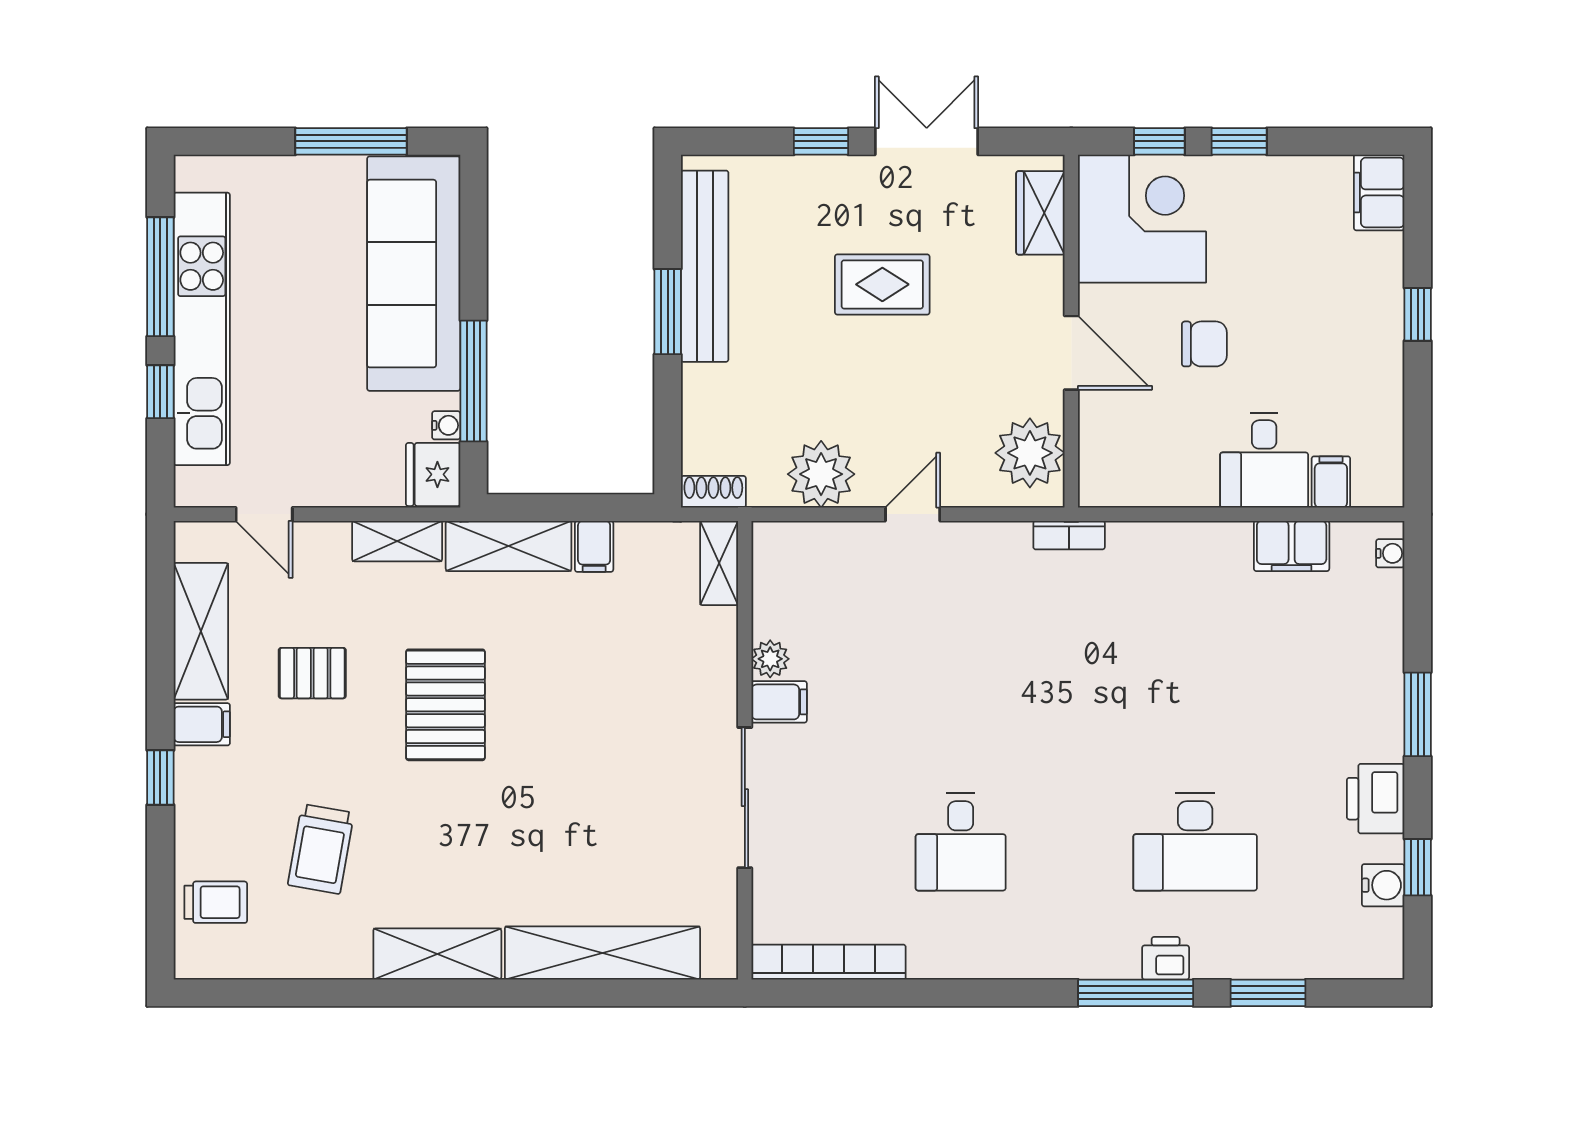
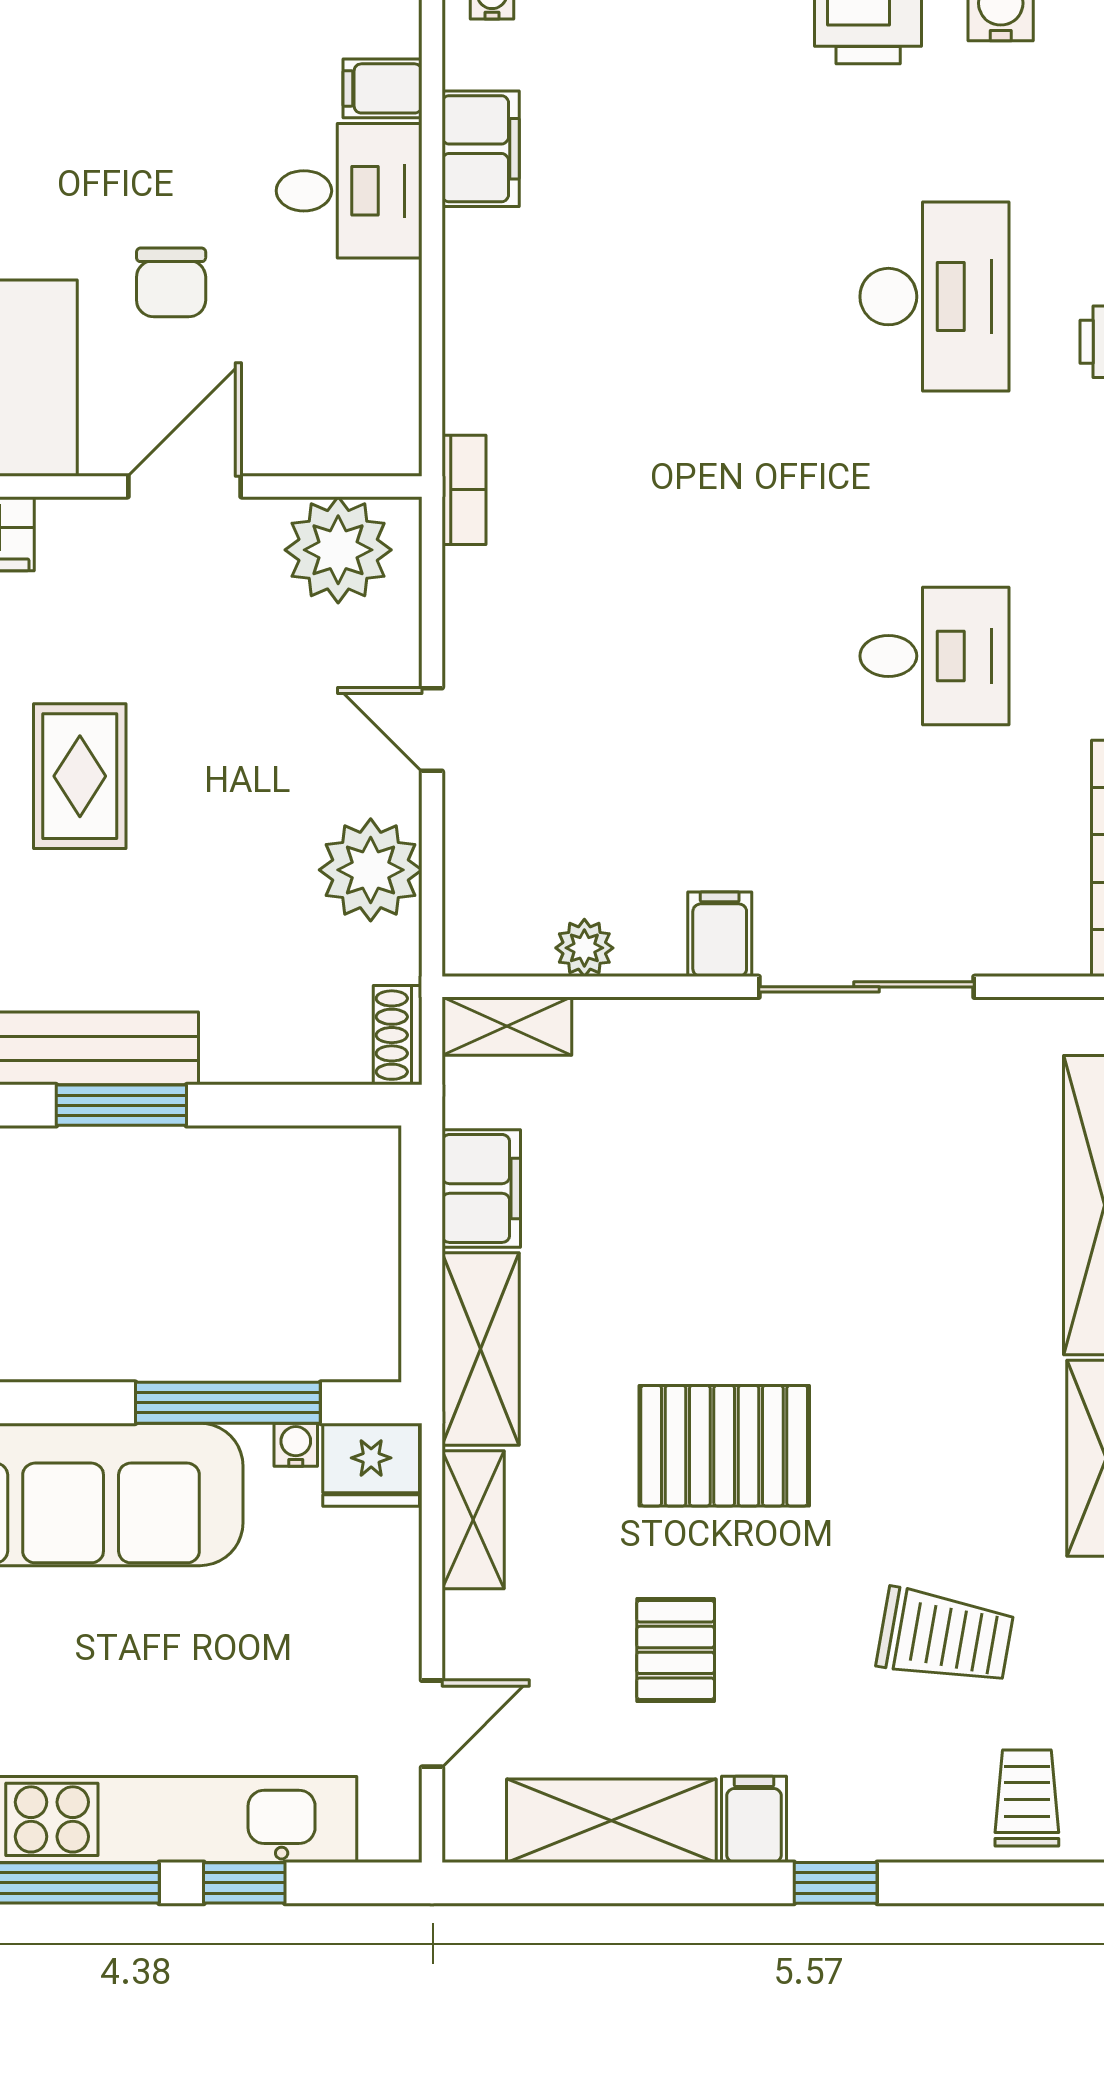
chair: (1204, 344) -> (171, 282), turned 180
filing cabinet: (594, 546) -> (481, 1188), width x2.00
plant: (770, 659) -> (584, 948), moved

